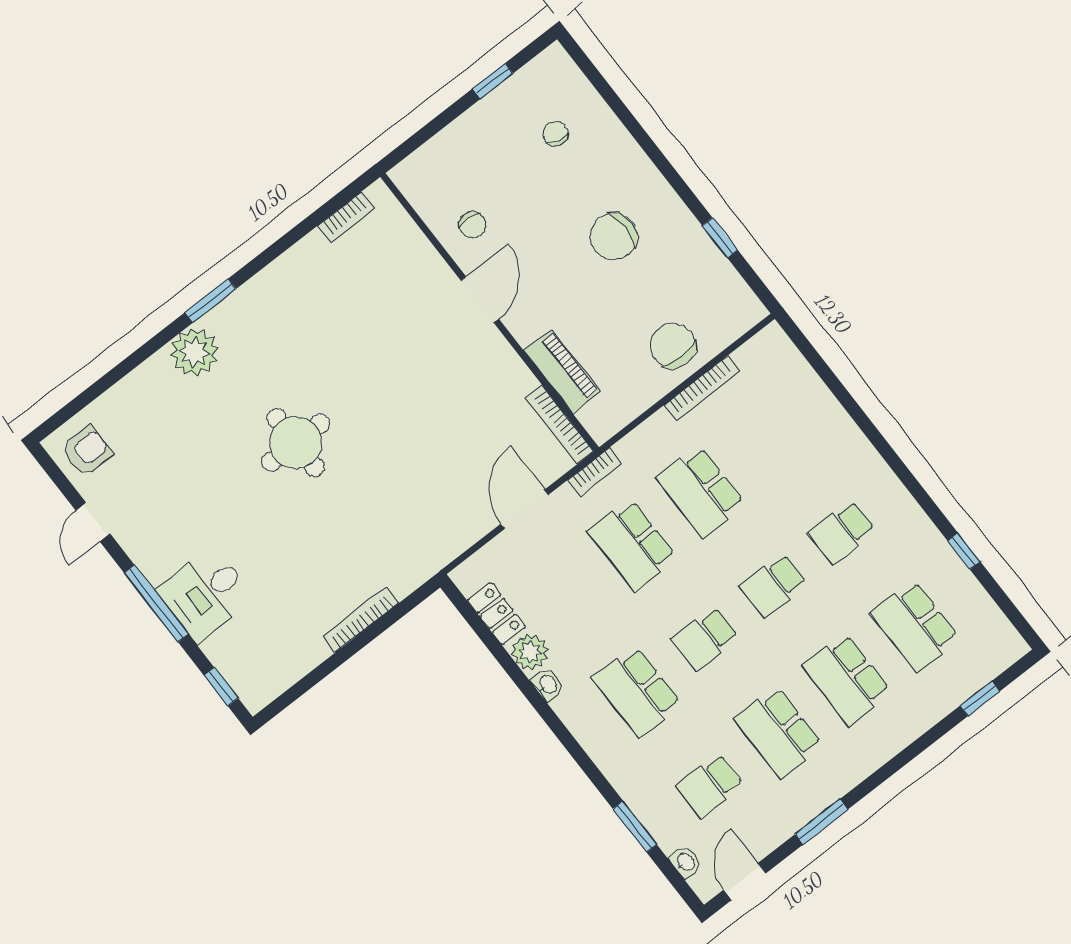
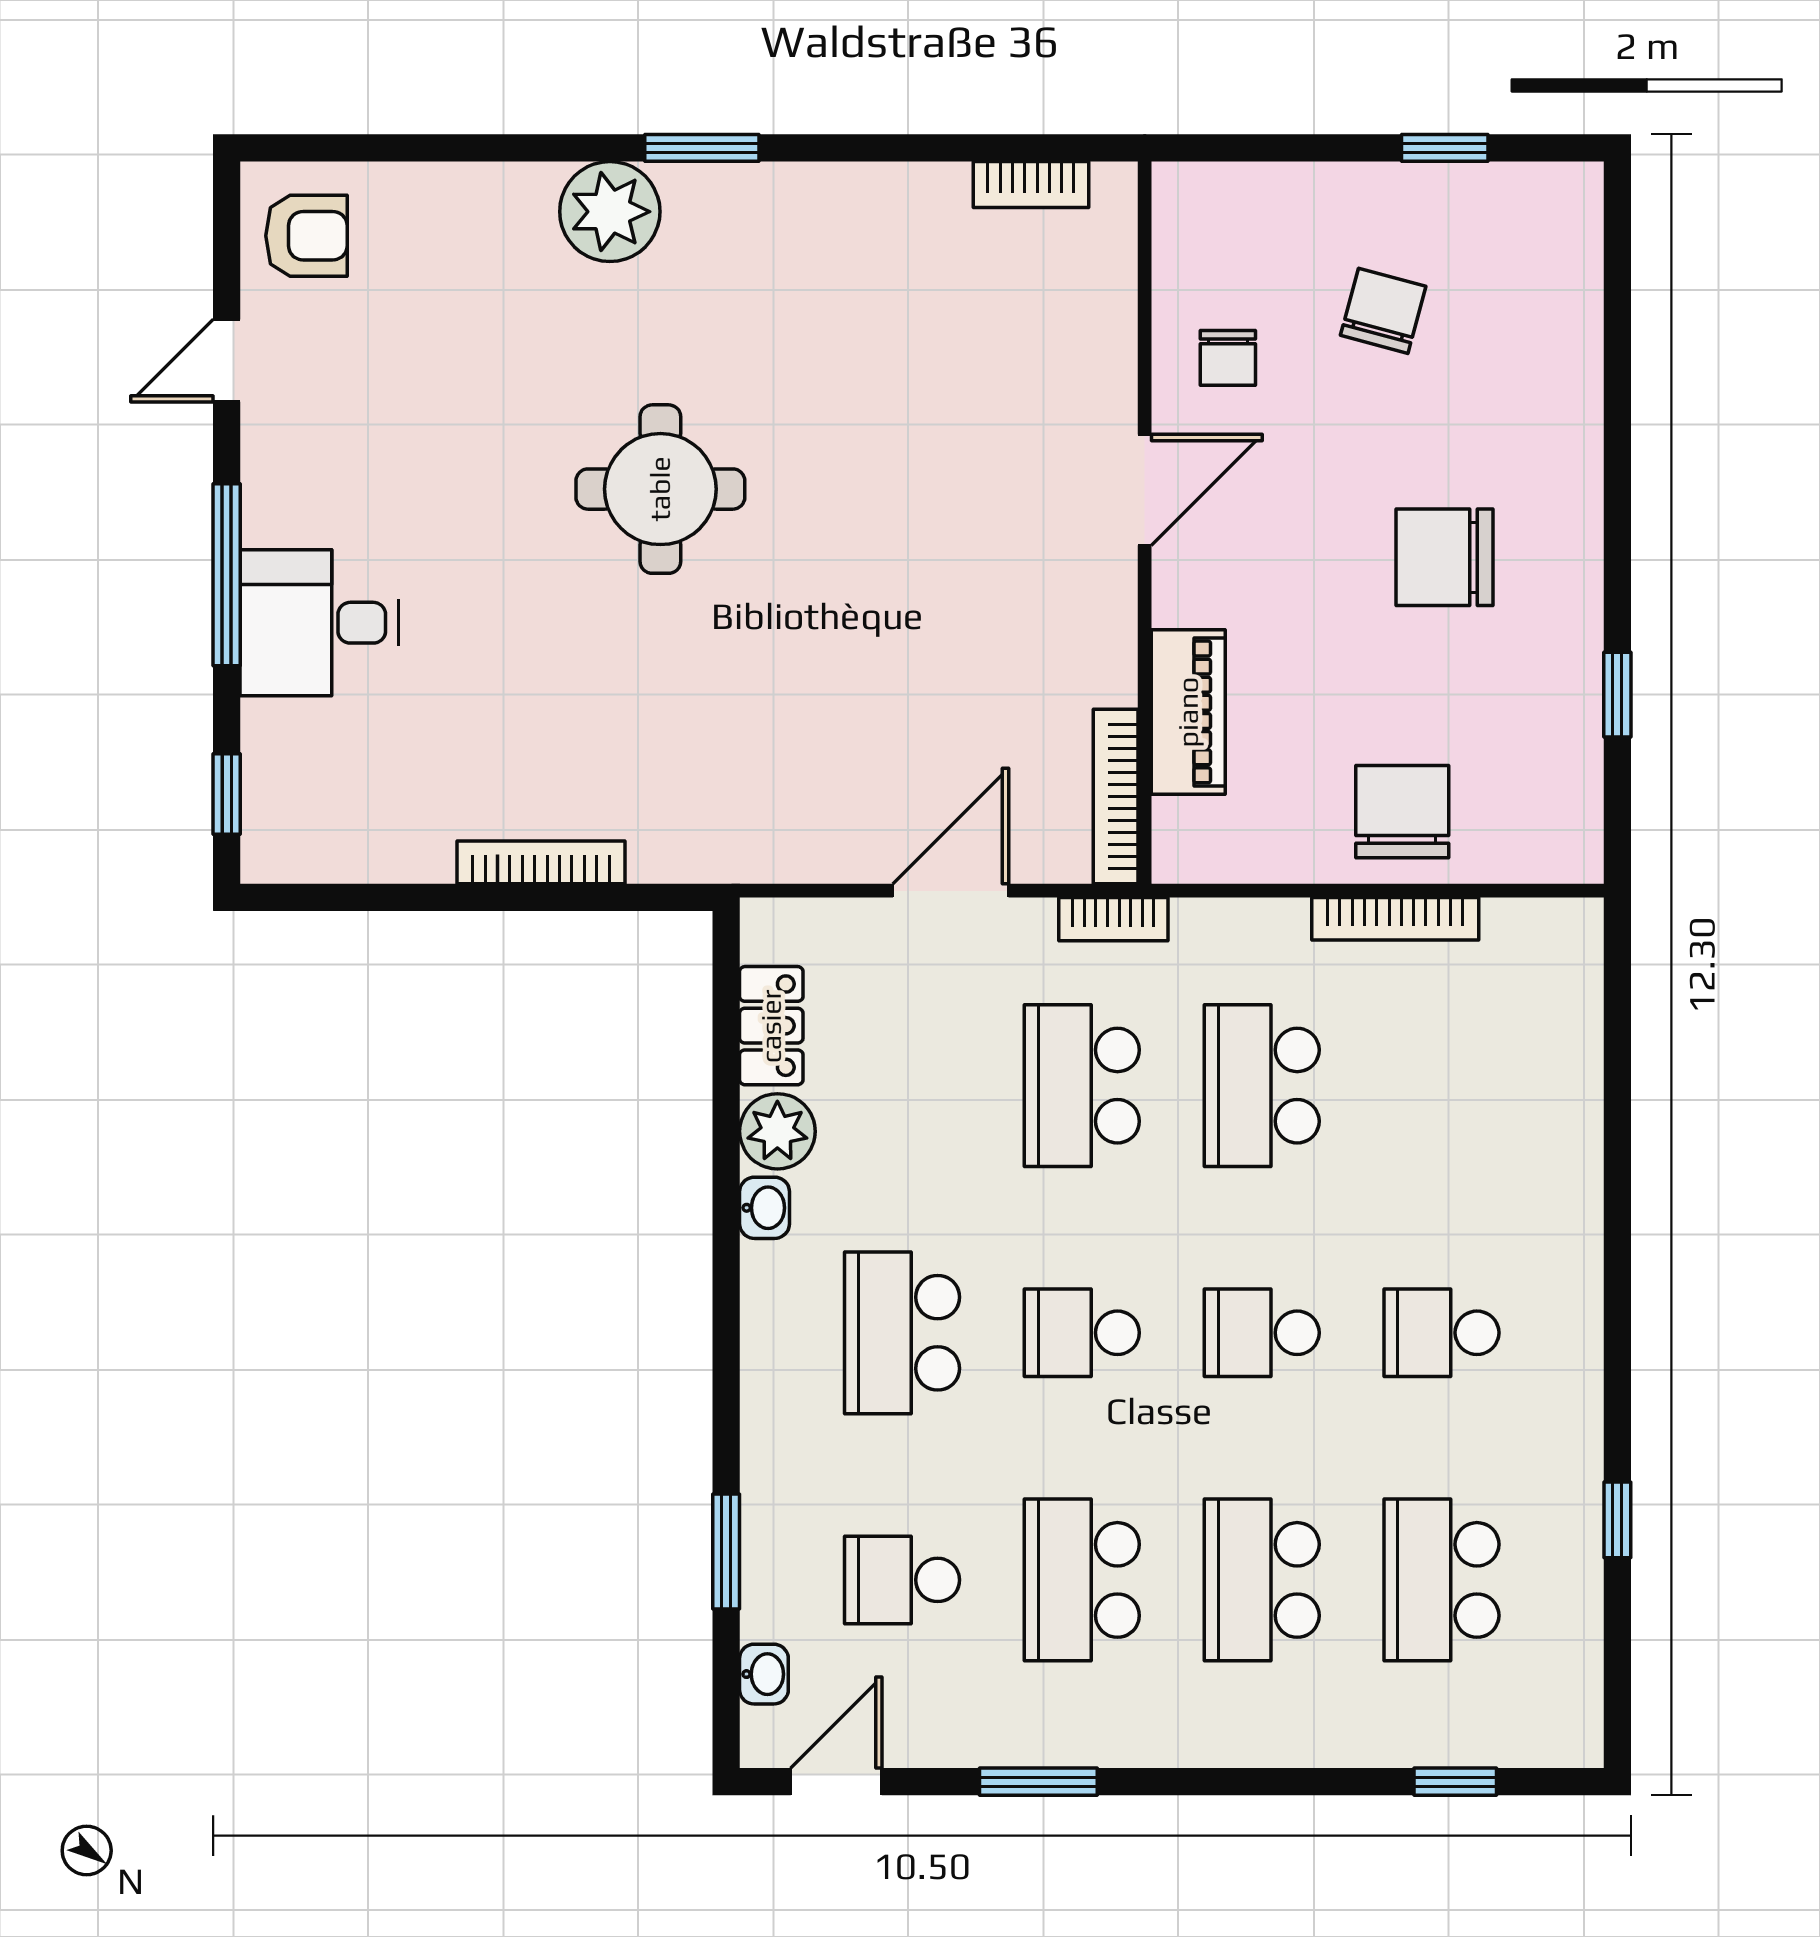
chair: (555, 133) -> (1383, 311), moved, width x1.37, depth x1.37

